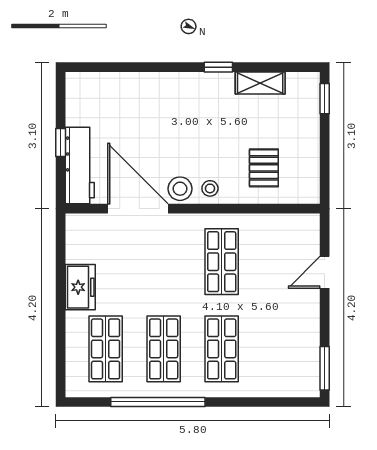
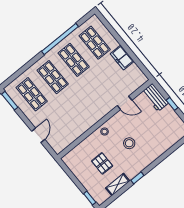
workbench: (80, 166) -> (155, 97), width x0.73
pallet: (264, 168) -> (102, 163), moved
stool: (180, 189) -> (129, 143), moved
door: (138, 209) -> (125, 103), width x0.53
shop shelf: (222, 262) -> (32, 94), moved

